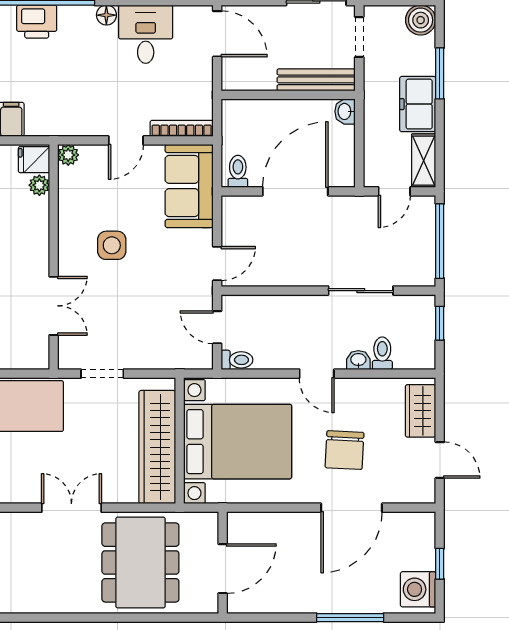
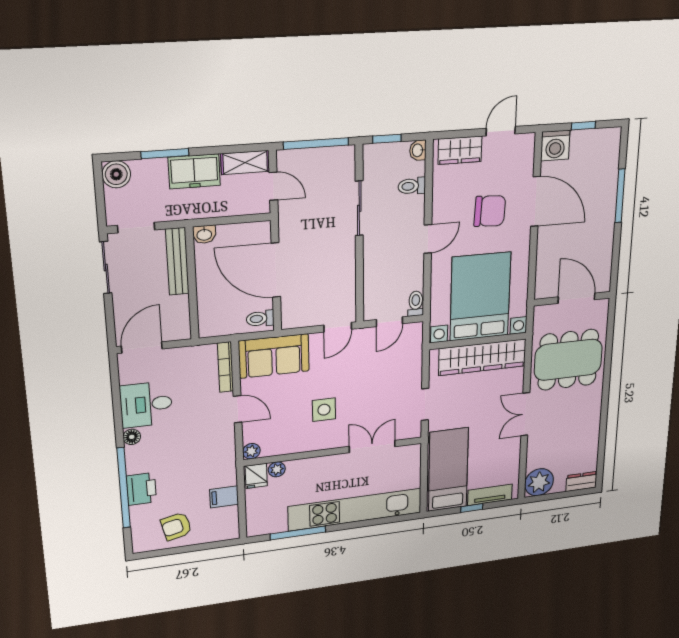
door: (217, 264) -> (338, 327), swing flipped
washbasin: (358, 360) -> (418, 150), moved
washing machine: (418, 589) -> (555, 146), moved

